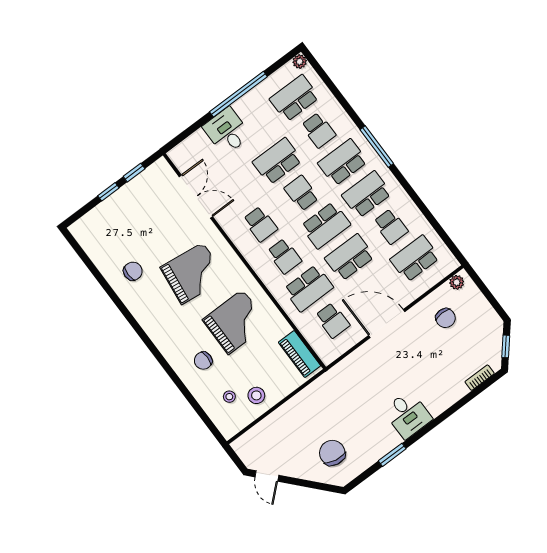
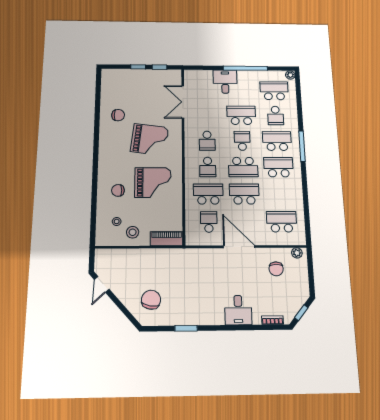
double door: (196, 197) -> (183, 102), swing flipped
school desk: (391, 226) -> (280, 194), removed
school desk: (309, 288) -> (208, 194), turned 180
school desk: (333, 320) -> (209, 222), turned 180
piano: (299, 354) -> (167, 239), moved, turned 90
desk: (408, 415) -> (238, 310), moved

